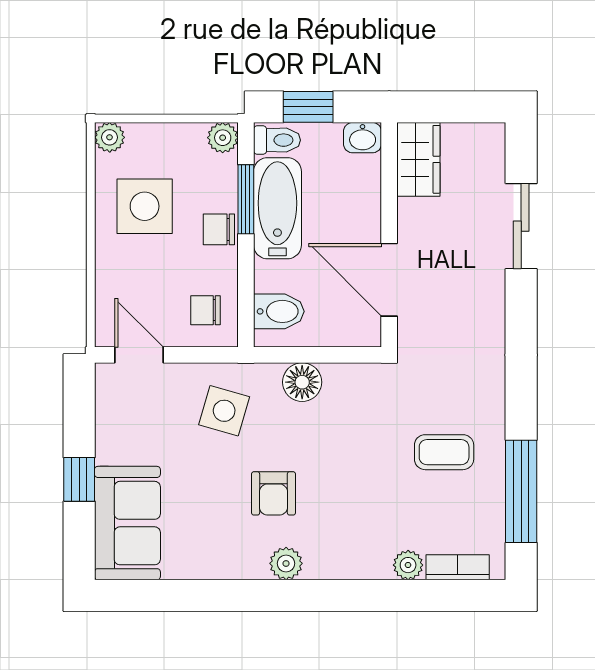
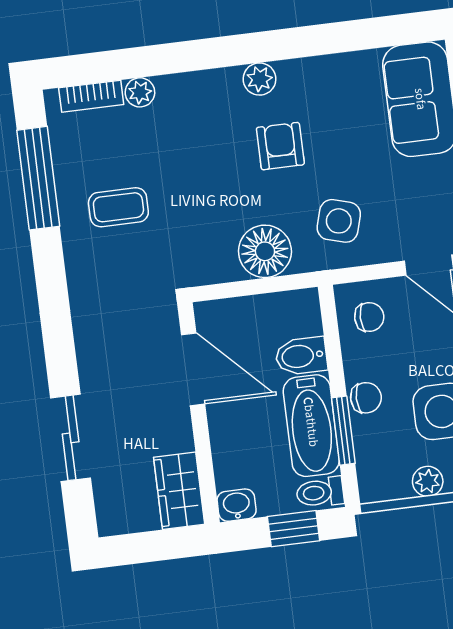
plant: (223, 138) -> (428, 481), moved
bidet: (279, 311) -> (301, 356), moved
floor lamp: (302, 382) -> (265, 251), width x1.38, depth x1.38

